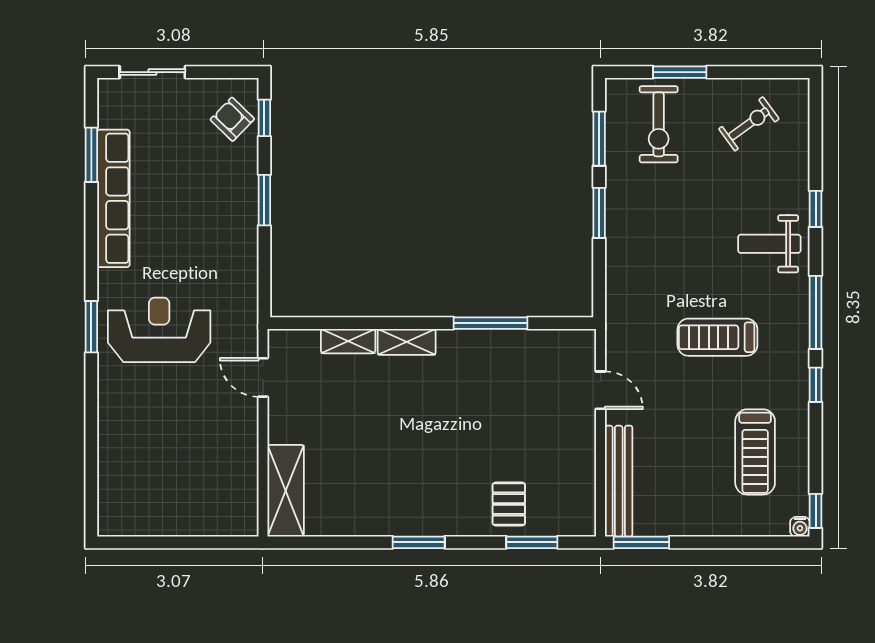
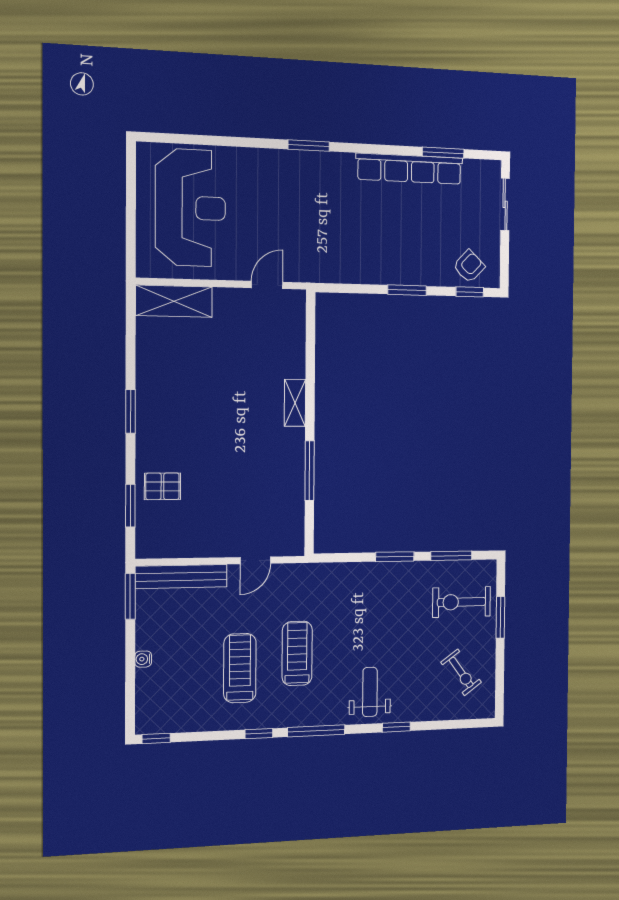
reception desk: (159, 330) -> (190, 208), moved, width x1.36, depth x1.30
shelving: (348, 341) -> (296, 355), removed
treadmill: (755, 452) -> (240, 668), moved, turned 90
water cooler: (800, 527) -> (143, 659), moved

